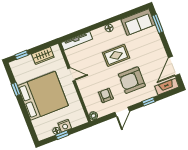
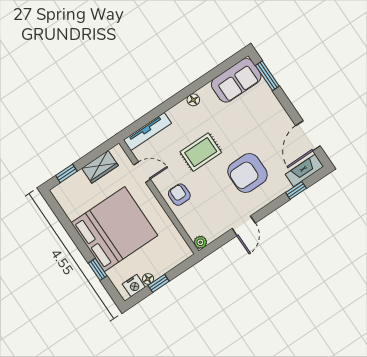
rug: (116, 55) -> (201, 152), moved
door: (71, 74) -> (142, 172), moved
window: (16, 89) -> (98, 269), moved
armchair: (106, 95) -> (179, 195), moved
window: (149, 102) -> (296, 190), moved
nightstand: (65, 126) -> (134, 286), moved

